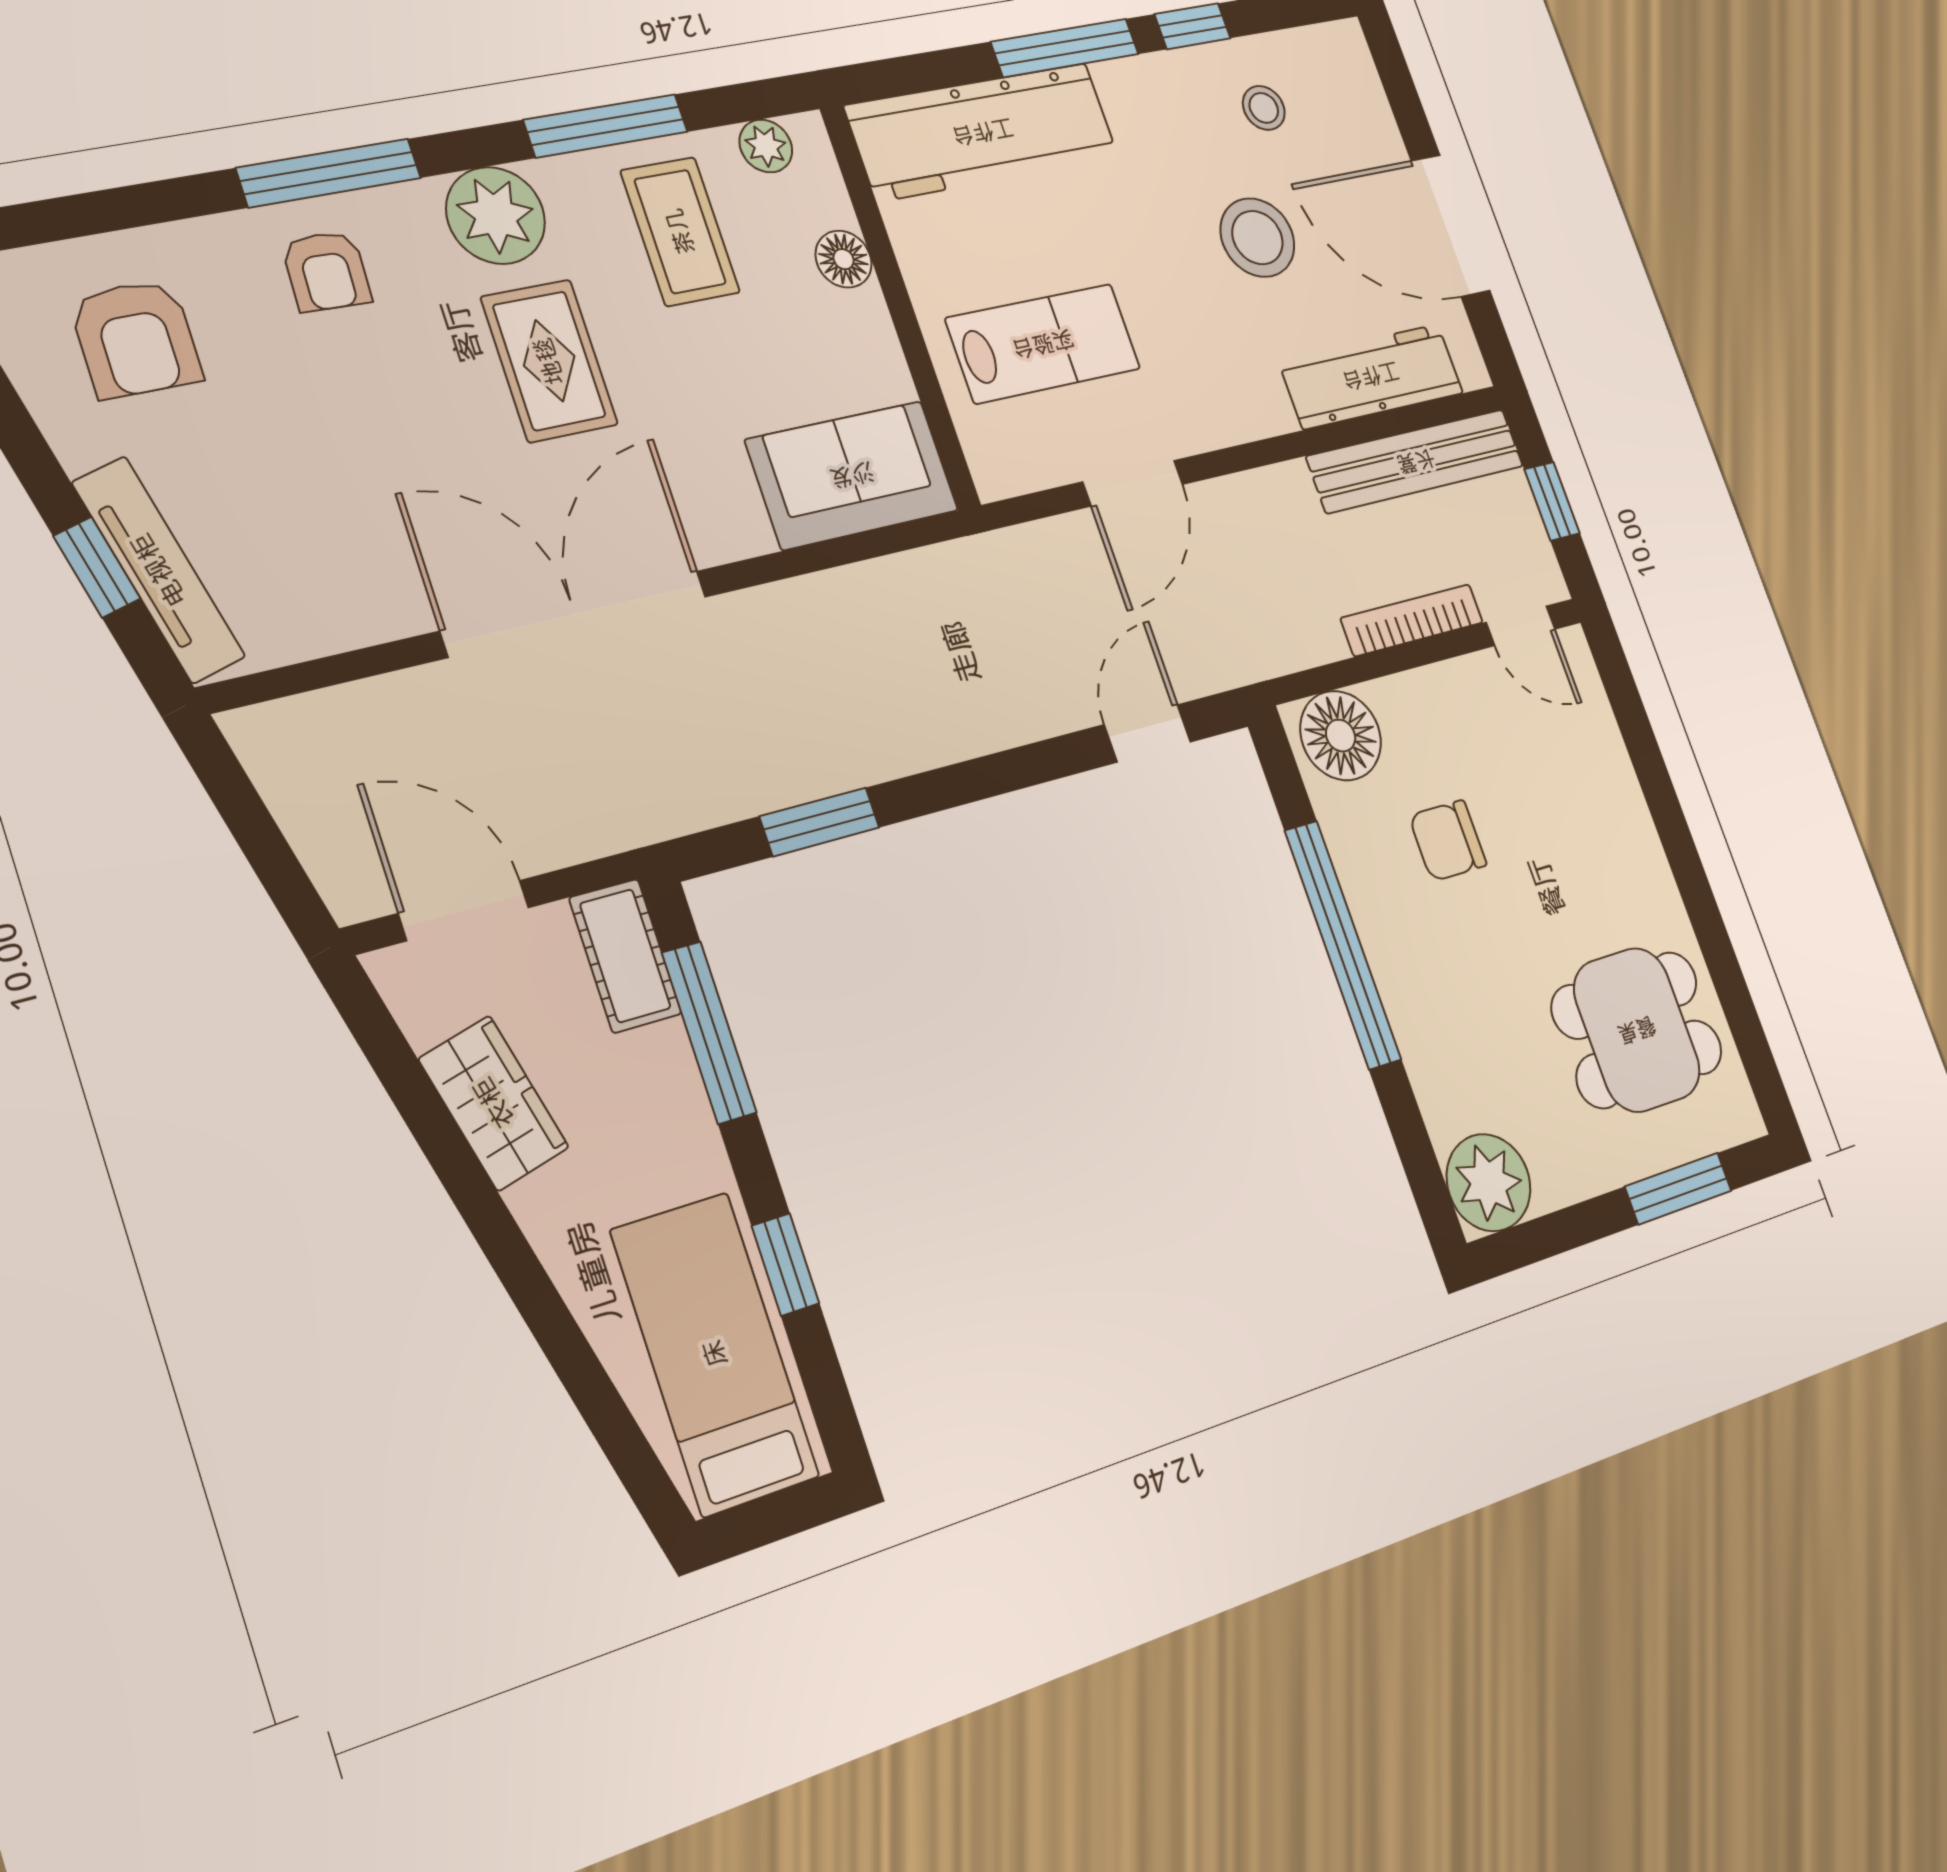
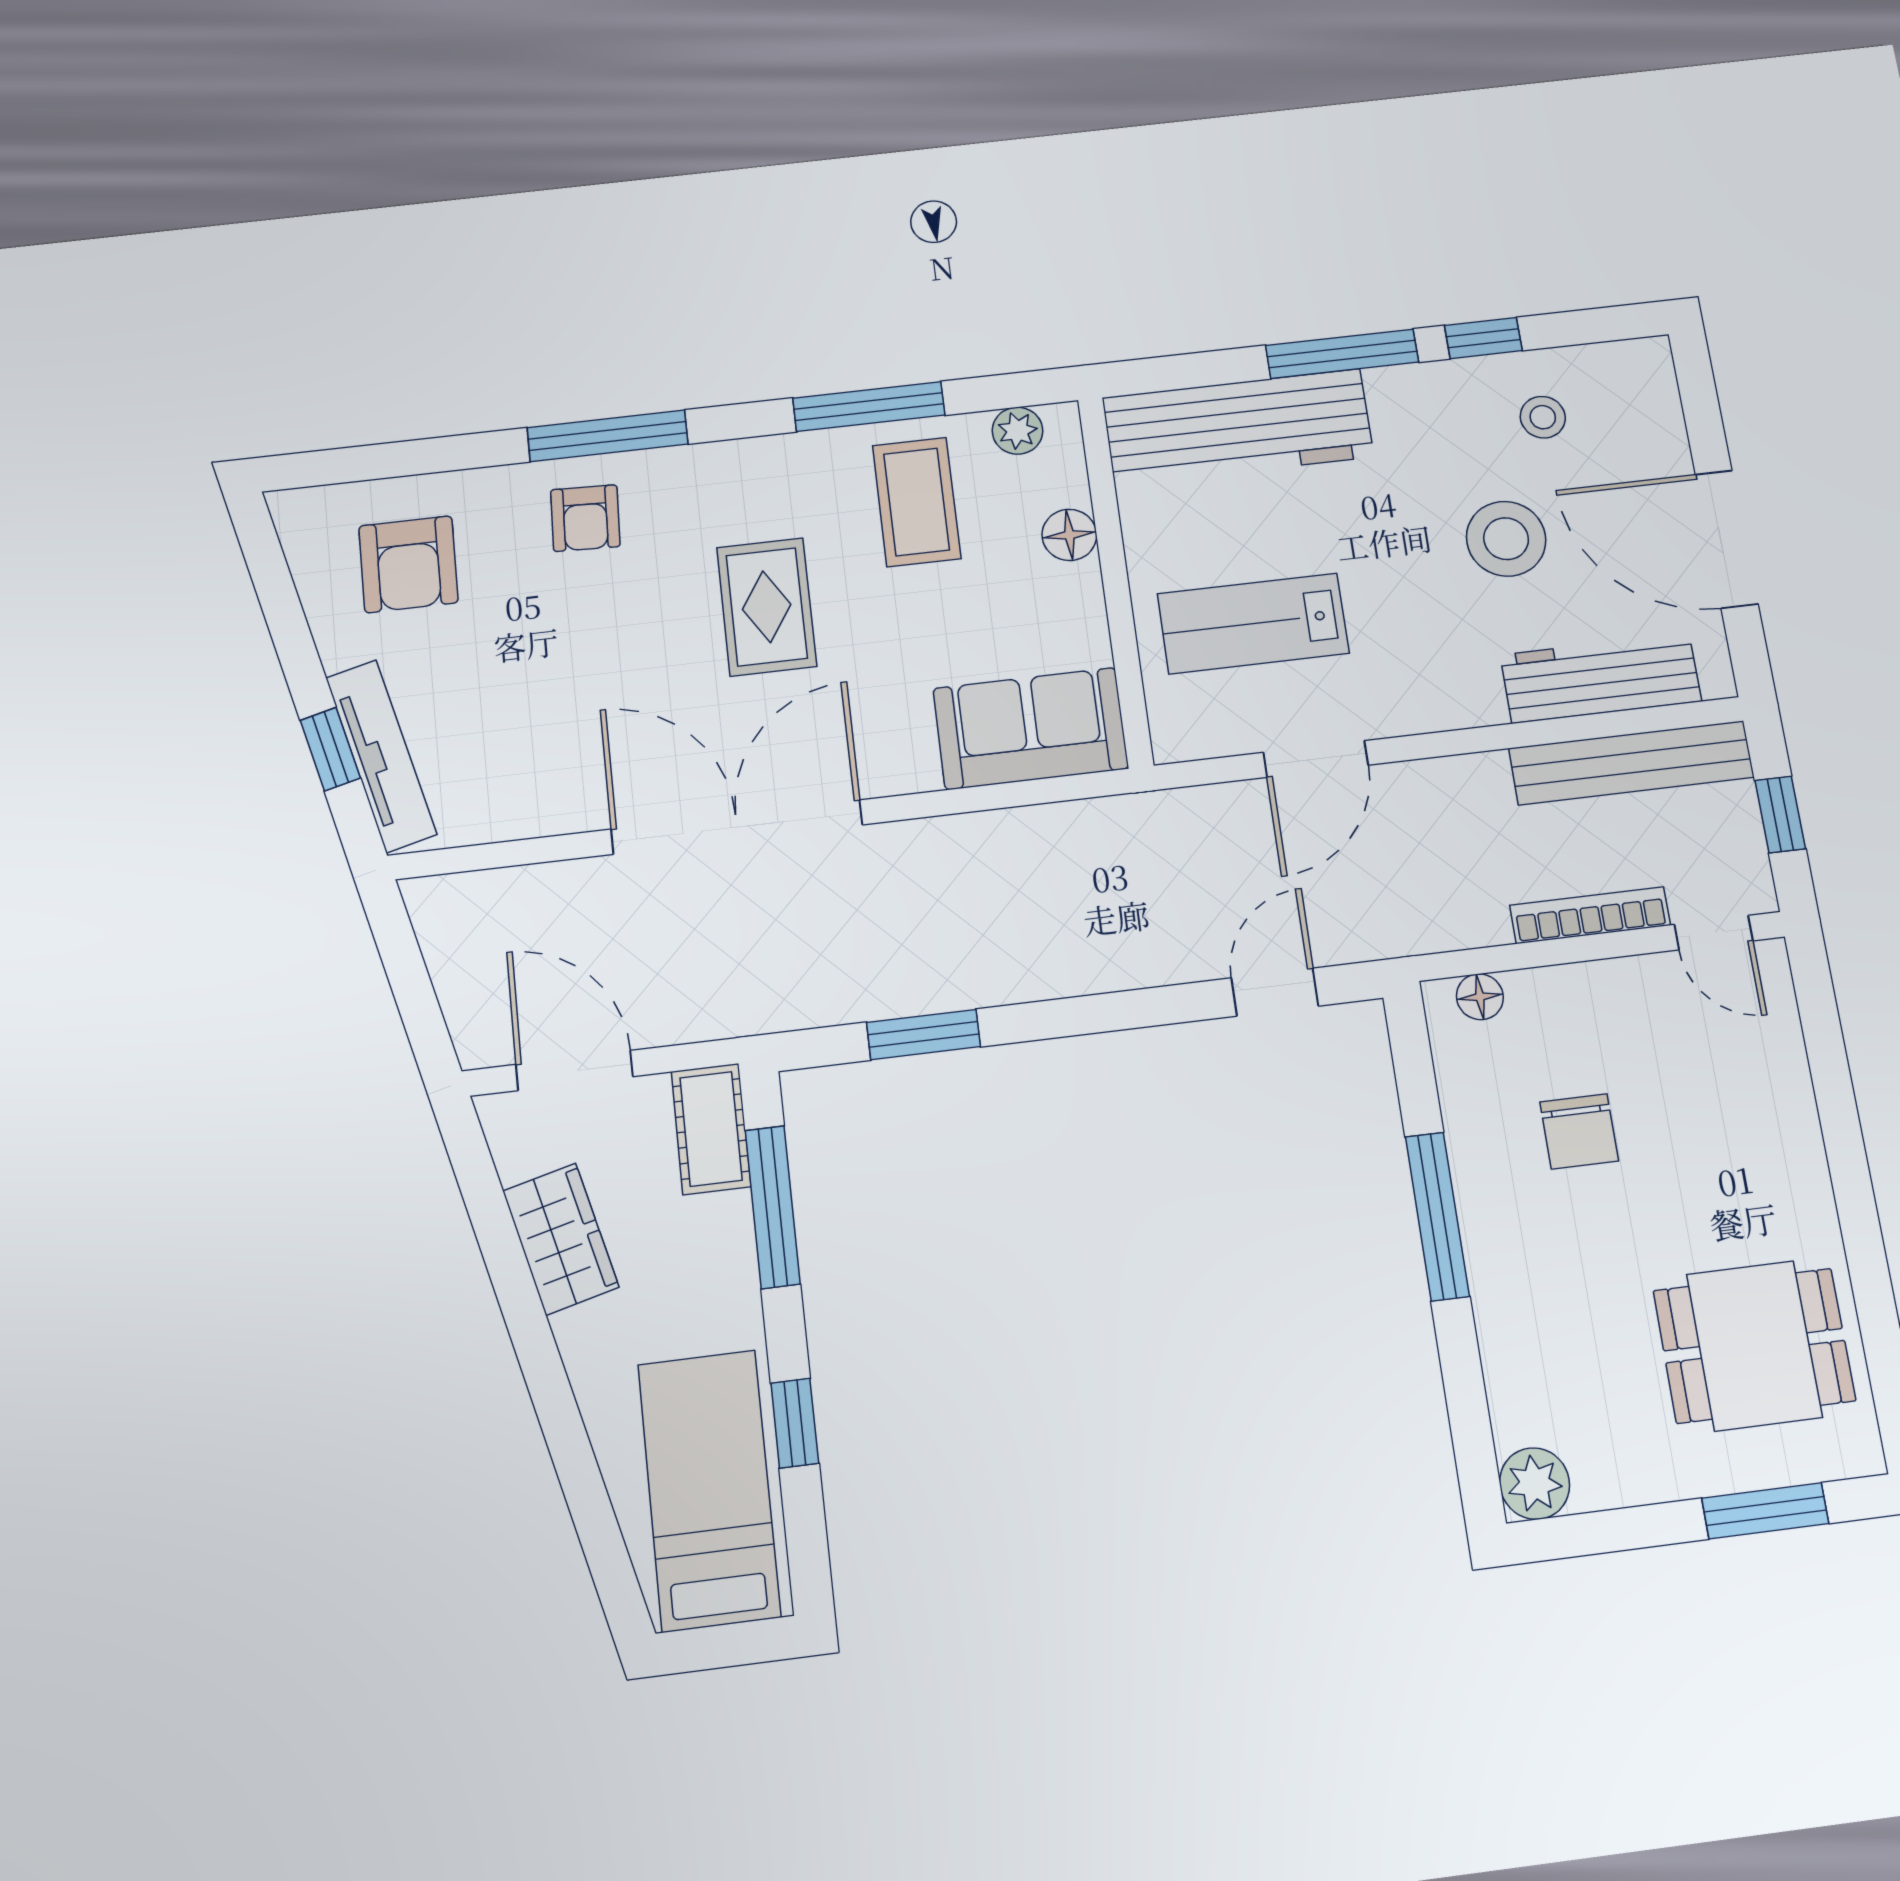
plant: (496, 215) -> (748, 479), removed
lab bench: (1043, 344) -> (1253, 623), turned 180
floor lamp: (1341, 736) -> (1480, 997), width x0.53, depth x0.53
chair: (1448, 840) -> (1579, 1131), turned -90
window: (1343, 945) -> (1437, 1216), width x0.68
plant: (1489, 1183) -> (1535, 1484), width x0.73, depth x0.73

